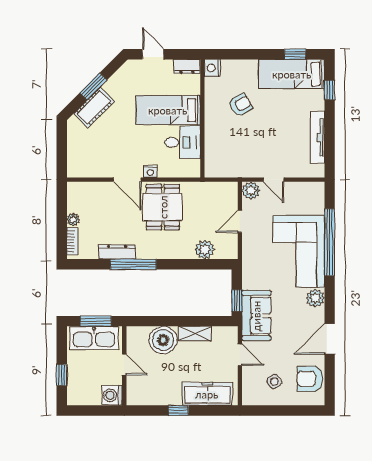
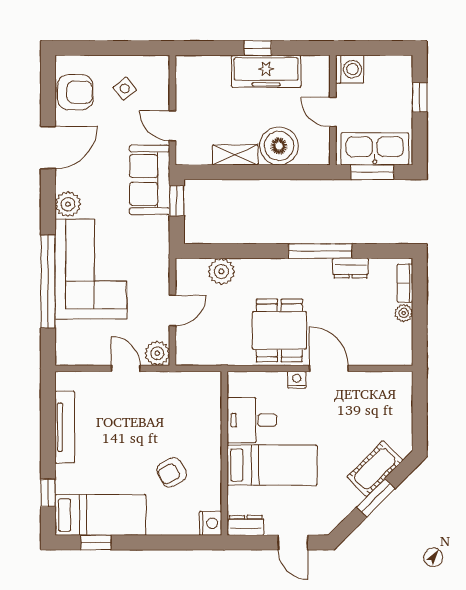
dresser: (117, 252) -> (351, 268), width x0.70
freezer: (207, 394) -> (266, 71), moved

